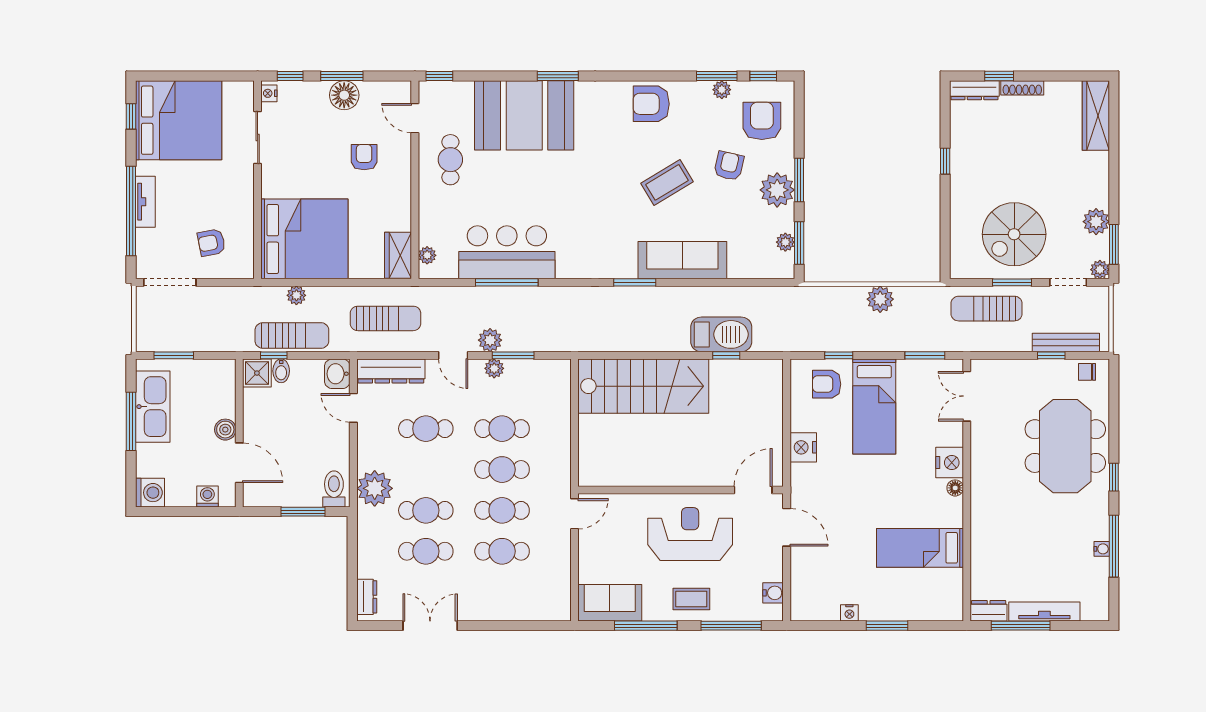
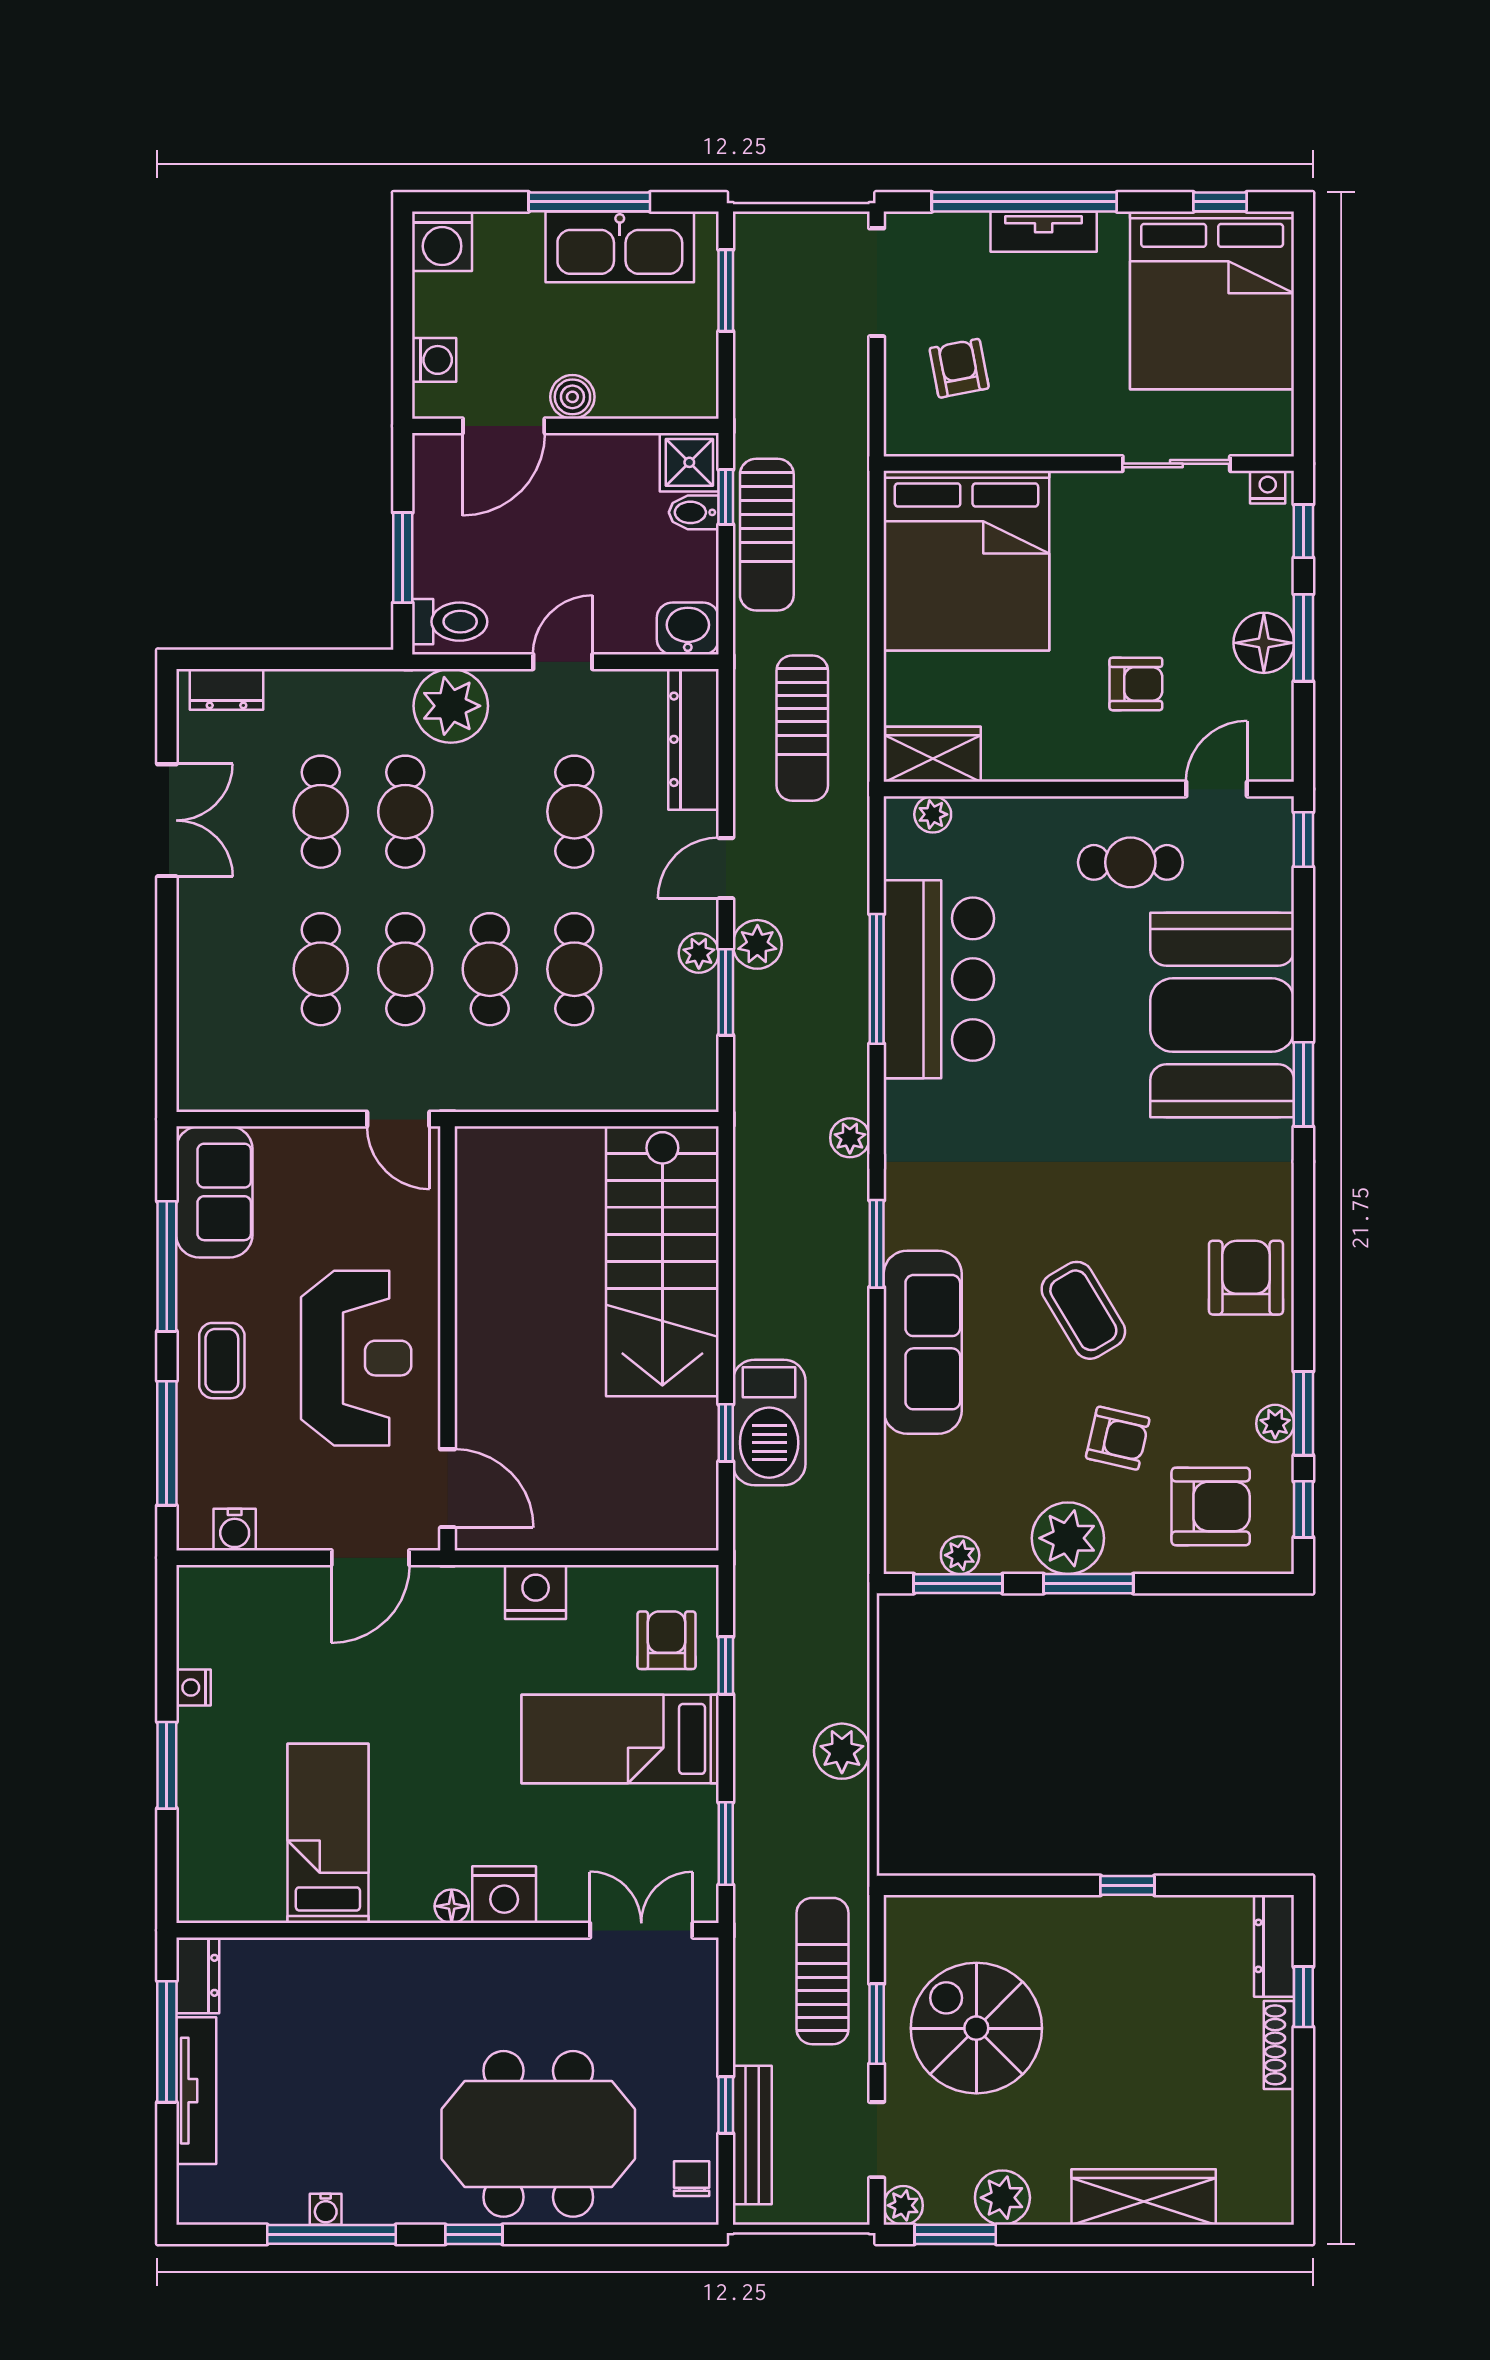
wardrobe: (1096, 115) -> (1144, 2197), moved
plant: (296, 295) -> (850, 1138), moved
door: (353, 408) -> (563, 662), moved

